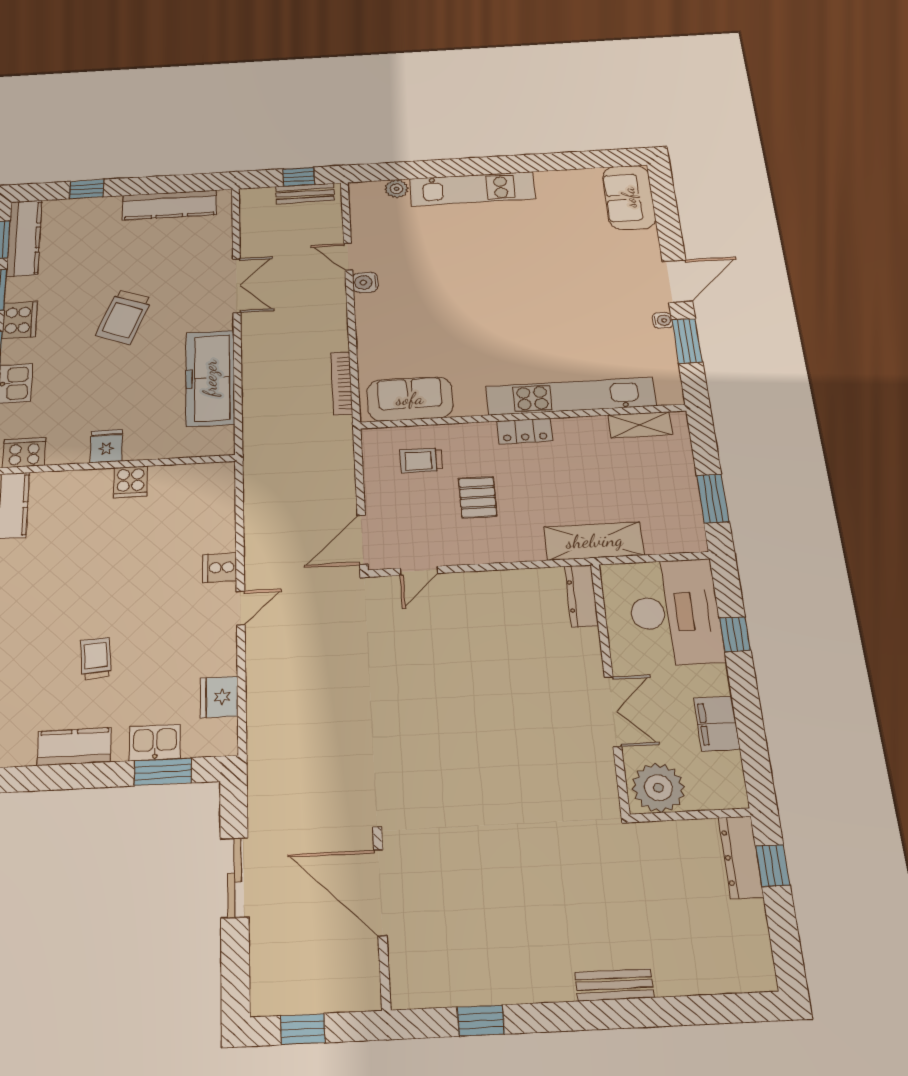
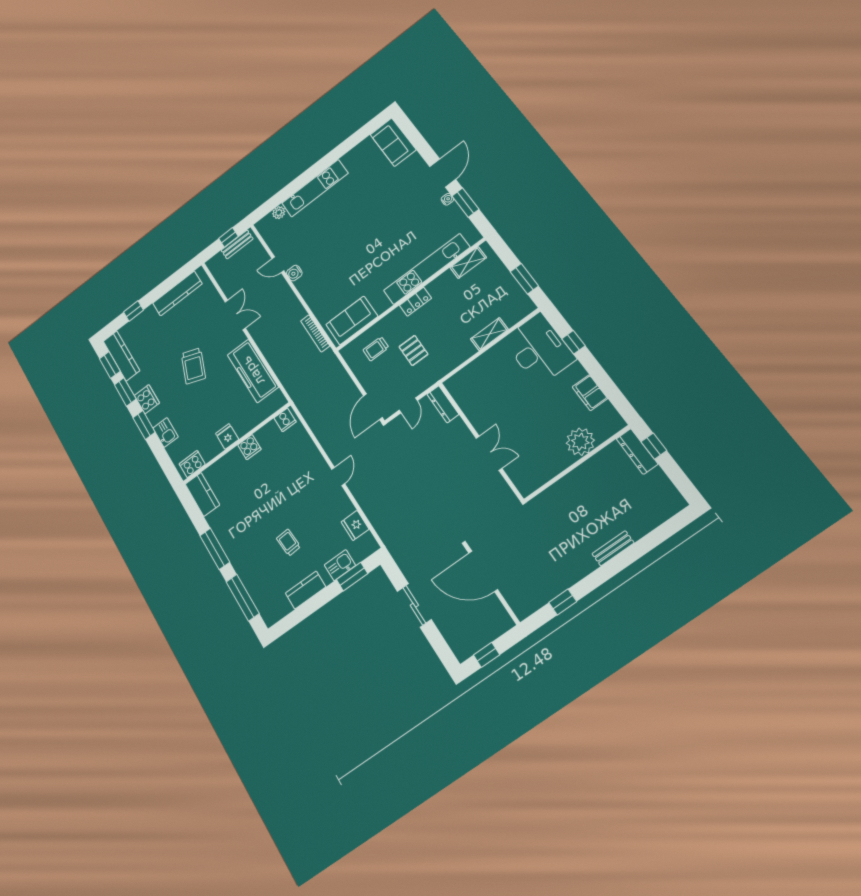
shelving: (594, 541) -> (489, 334), width x0.67, depth x0.75
cooker: (220, 568) -> (285, 420), moved, turned -90
dresser: (581, 596) -> (443, 404), moved
wall: (610, 685) -> (480, 441), moved
double door: (613, 712) -> (489, 453), moved

